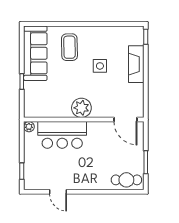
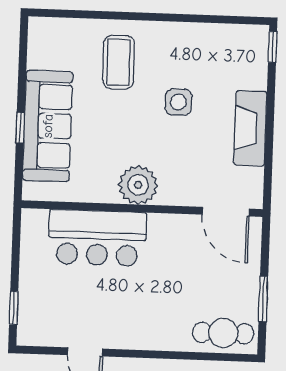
sofa: (35, 53) -> (48, 126), moved
fireplace: (136, 64) -> (250, 128), moved
plant: (29, 127) -> (31, 219), removed

